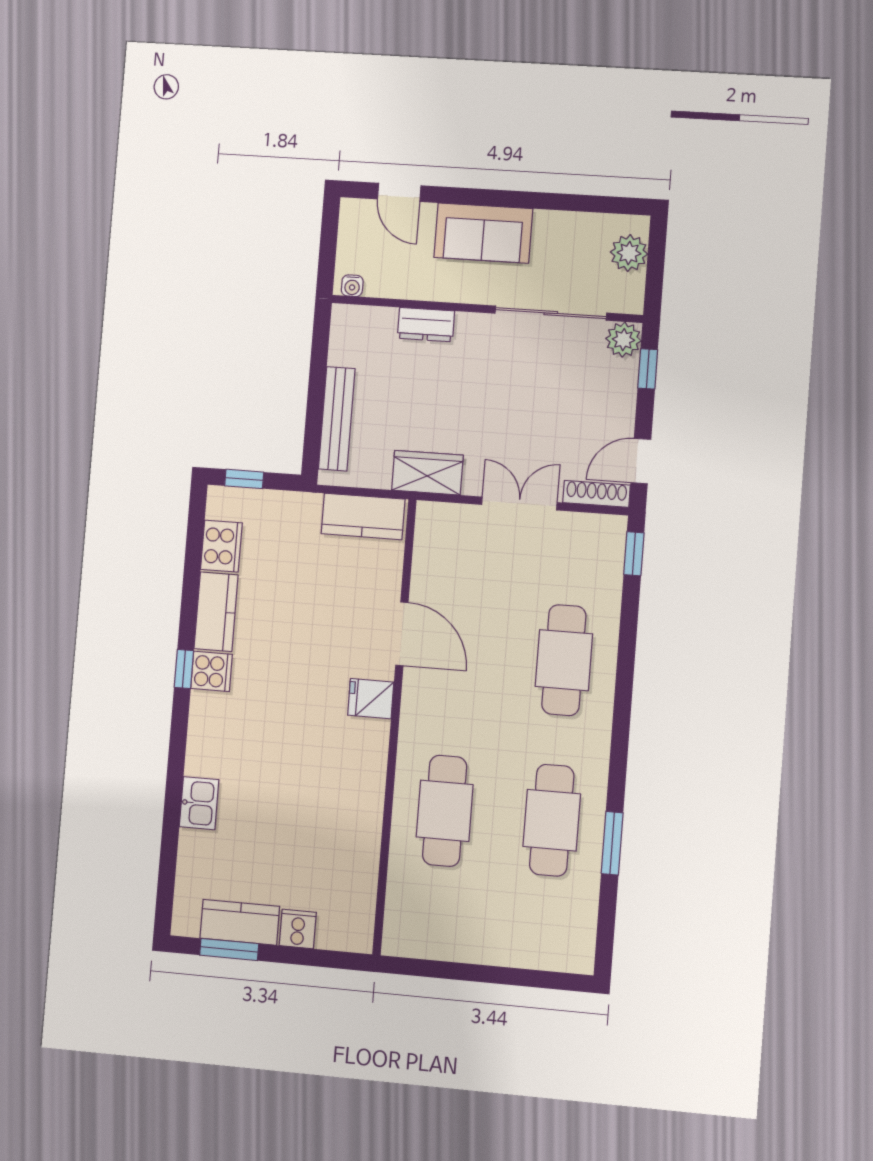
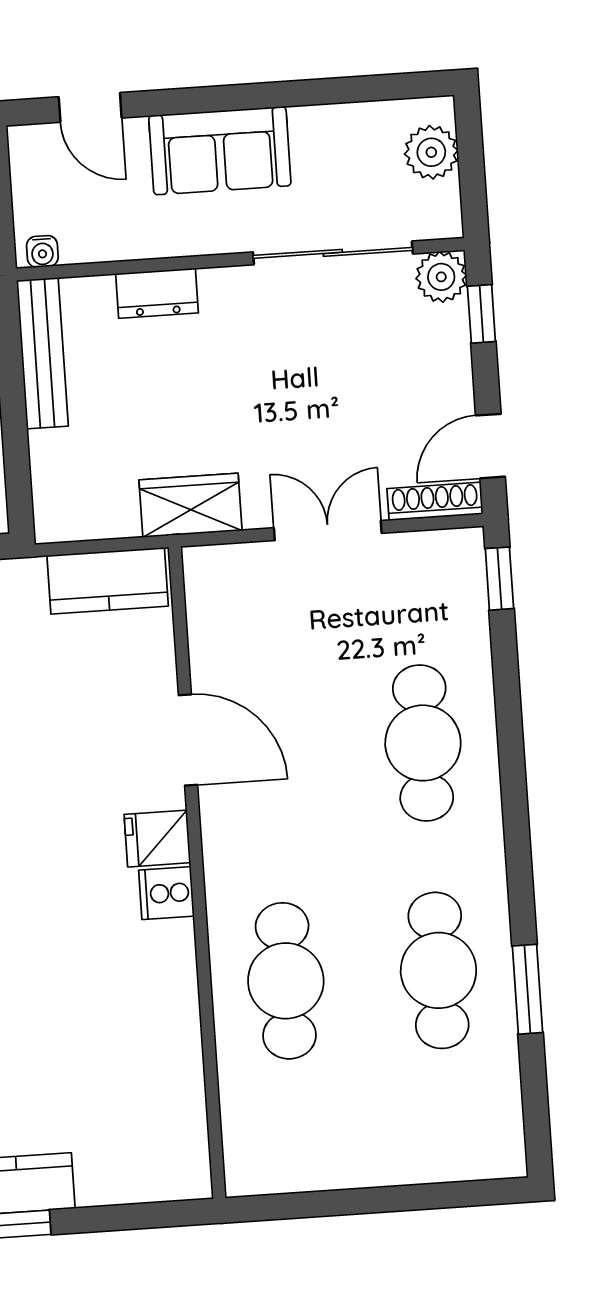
bench: (337, 419) -> (42, 353), moved
cooker: (298, 929) -> (166, 893), moved, turned -90

